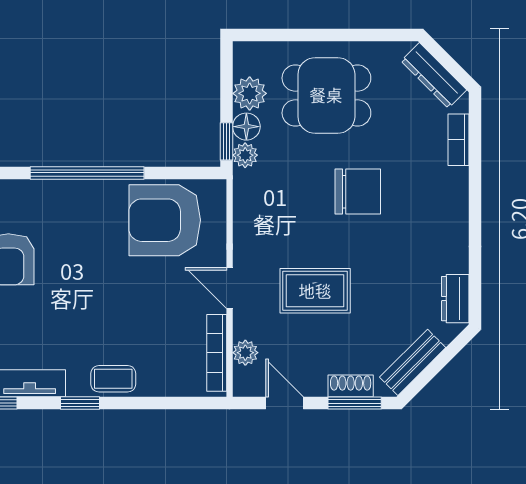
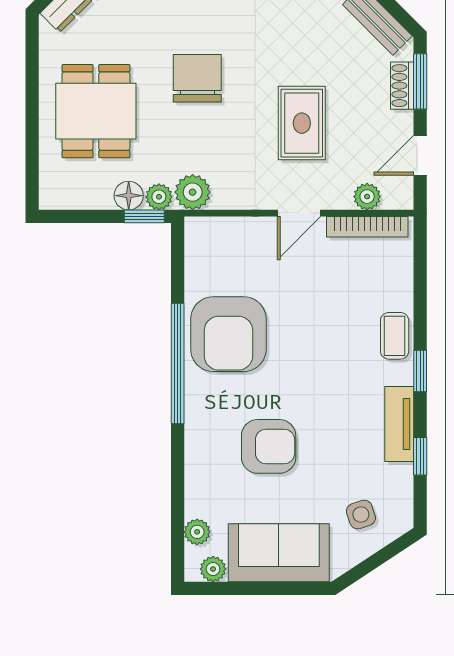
plant: (250, 93) -> (193, 192), moved
armchair: (165, 220) -> (228, 334), moved

